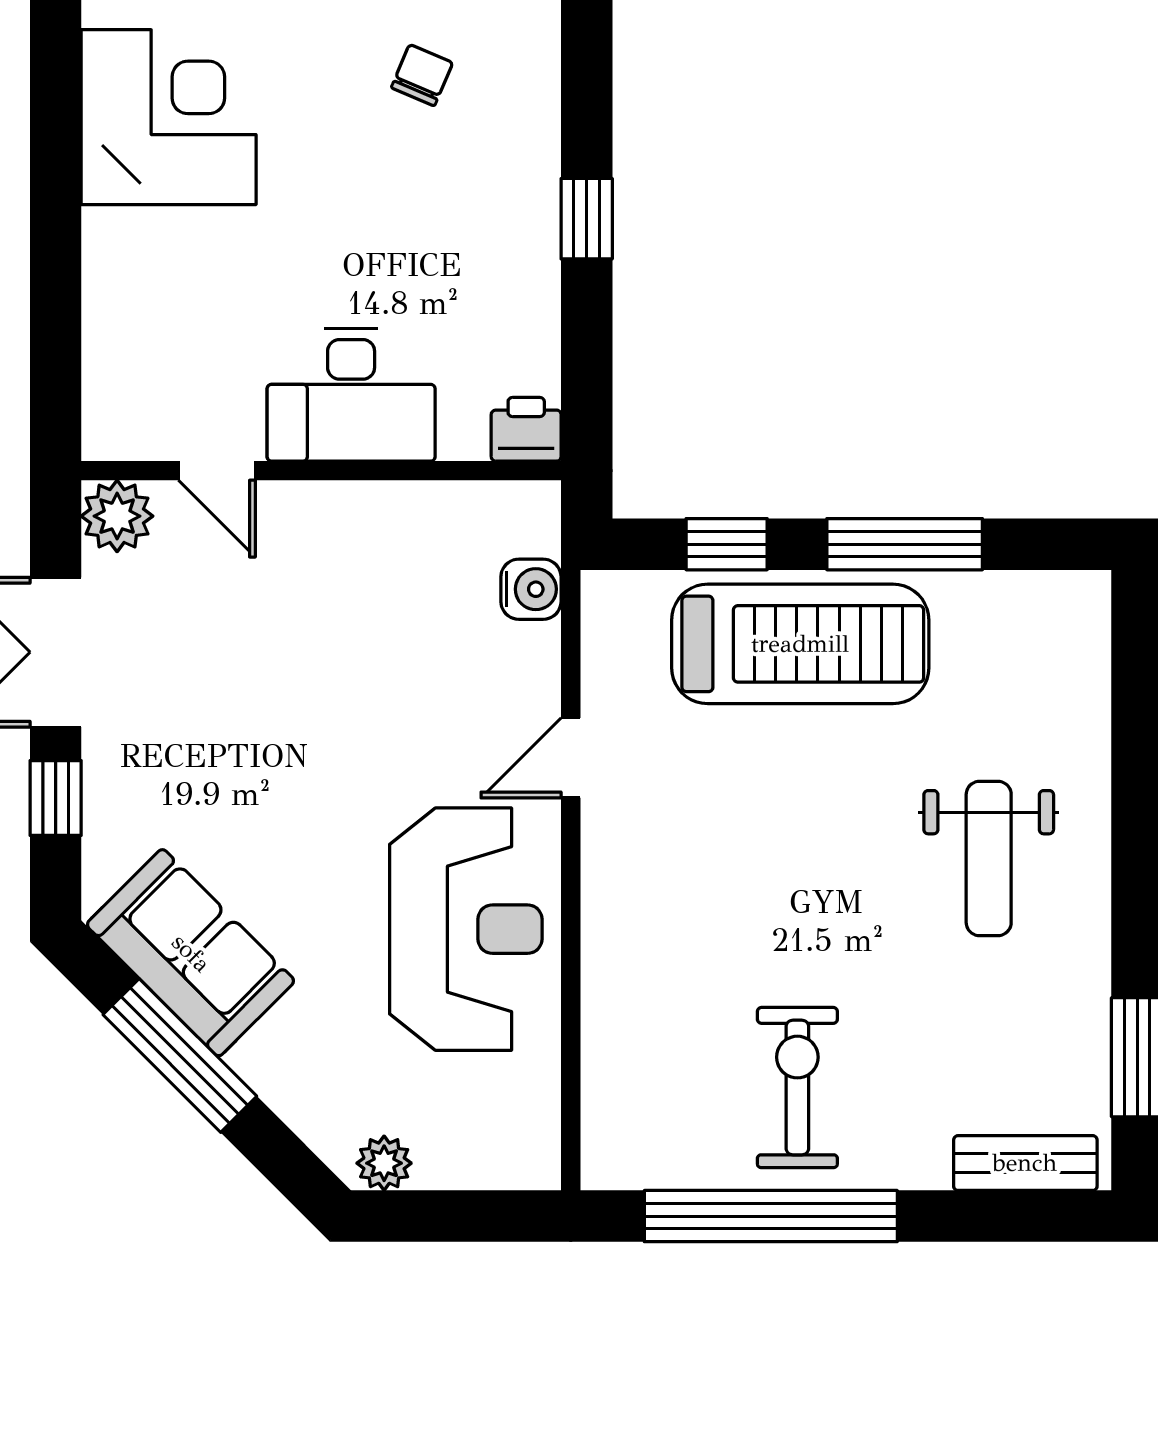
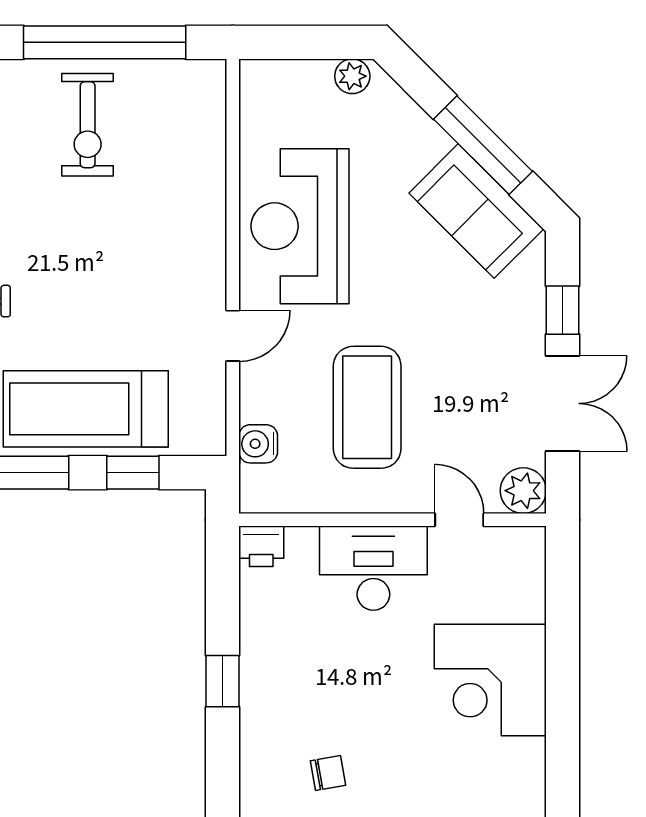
chair: (422, 75) -> (328, 773), turned -123
corner desk: (169, 117) -> (490, 680), moved
coffee table: (361, 646) -> (367, 407), added

